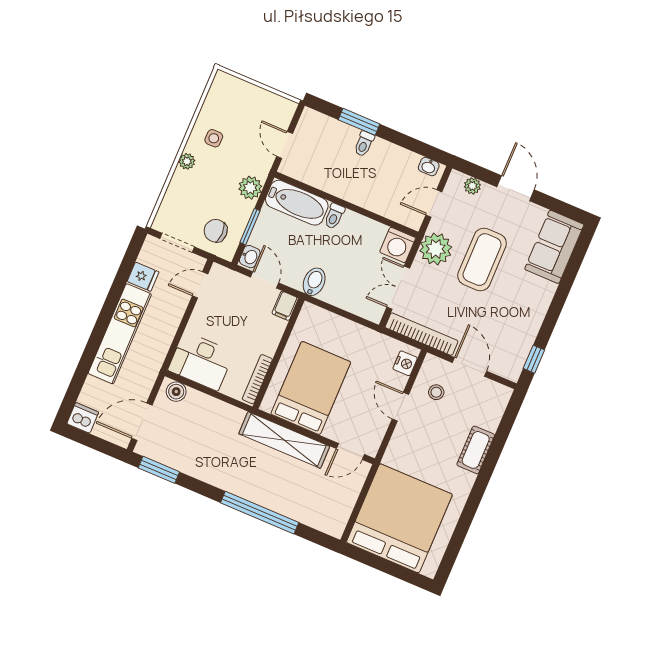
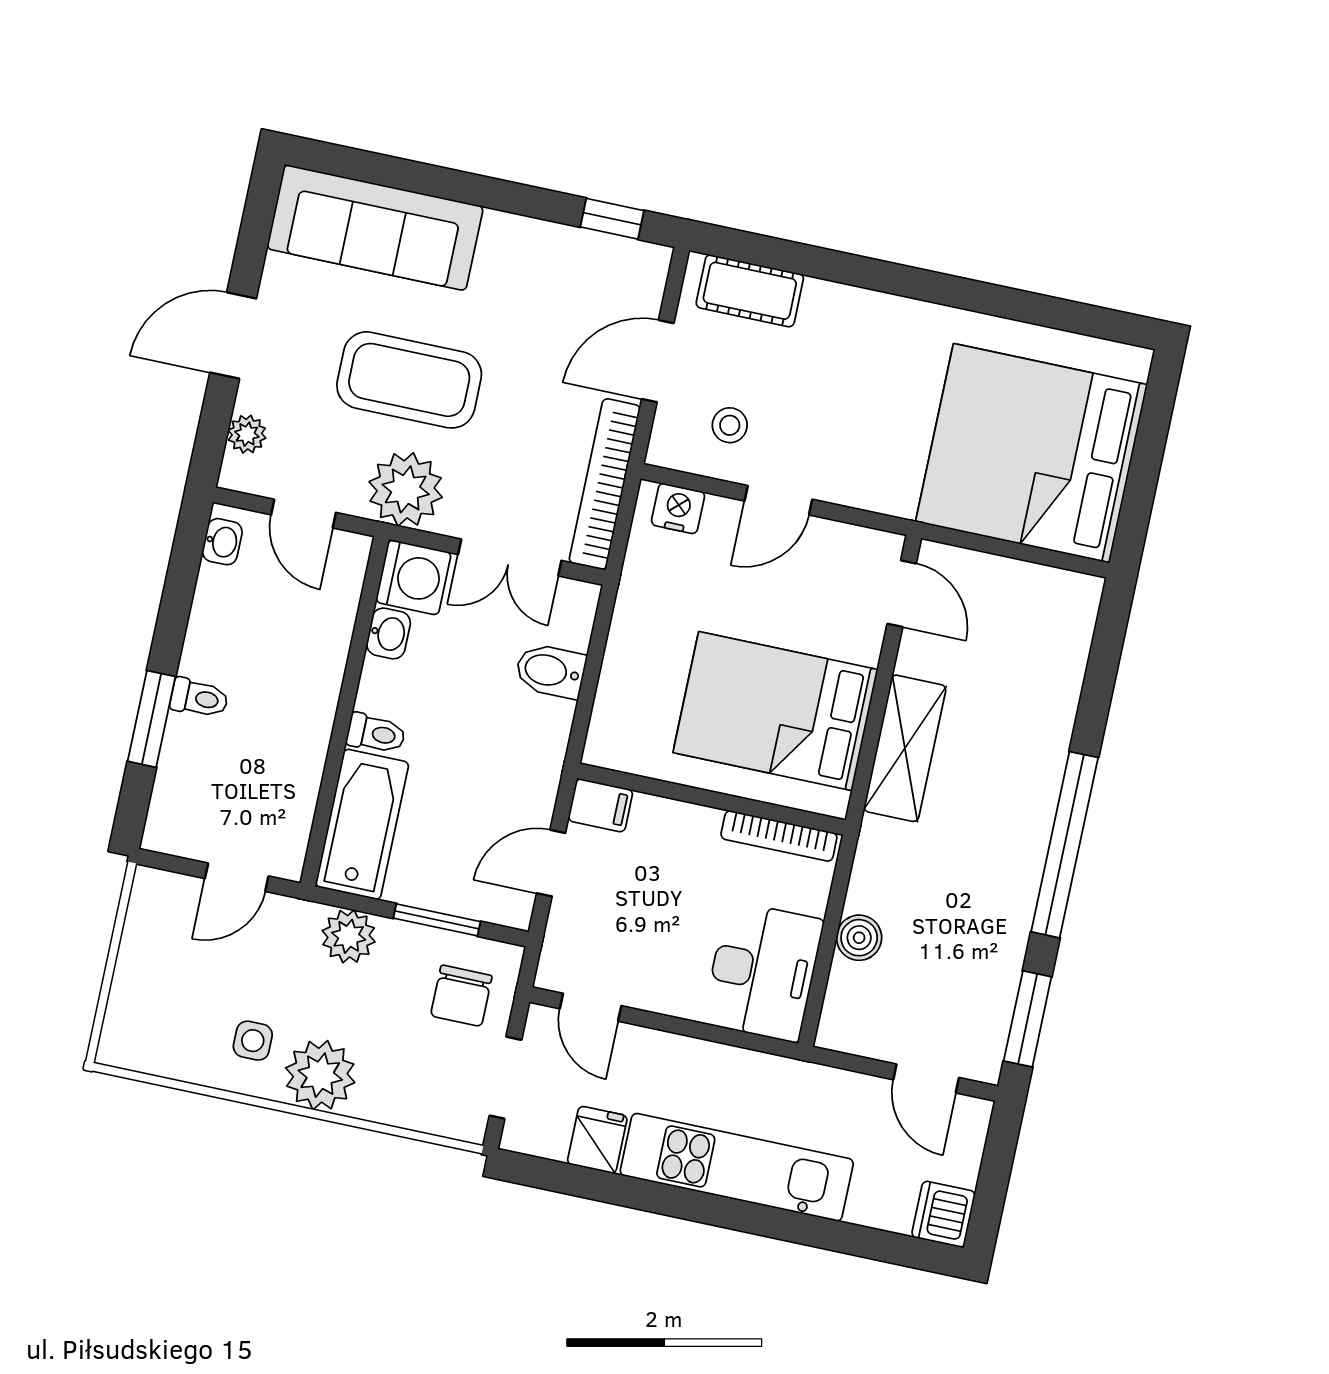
plant: (187, 161) -> (320, 1075), width x1.88, depth x1.88
sofa: (554, 247) -> (375, 228), width x1.36
washbasin: (250, 257) -> (388, 633), moved, turned 90
bidet: (314, 282) -> (550, 671), moved
boiler: (176, 392) -> (859, 938), moved
door: (142, 422) -> (926, 1079), width x0.73
shelving: (284, 440) -> (905, 748), width x0.68
cot: (476, 450) -> (750, 291), moved
window: (260, 513) -> (1065, 845), moved

